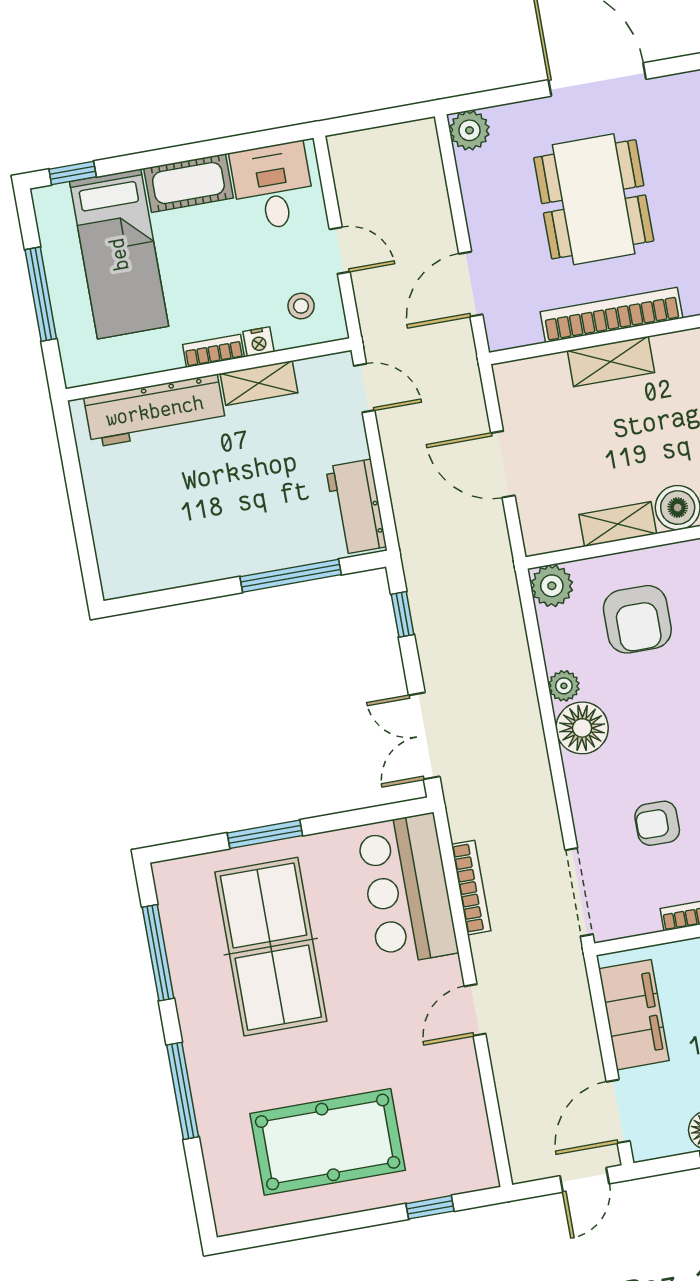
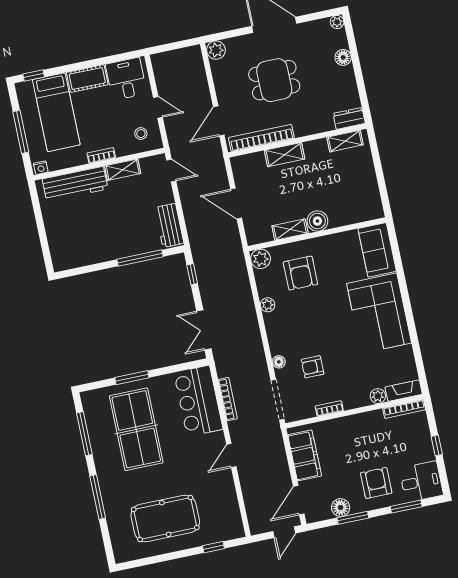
dining table: (594, 199) -> (274, 80), width x0.73
bookcase: (611, 315) -> (261, 138), moved
nightstand: (259, 342) -> (41, 168), moved
floor lamp: (582, 728) -> (279, 362), moved, width x0.53, depth x0.53

